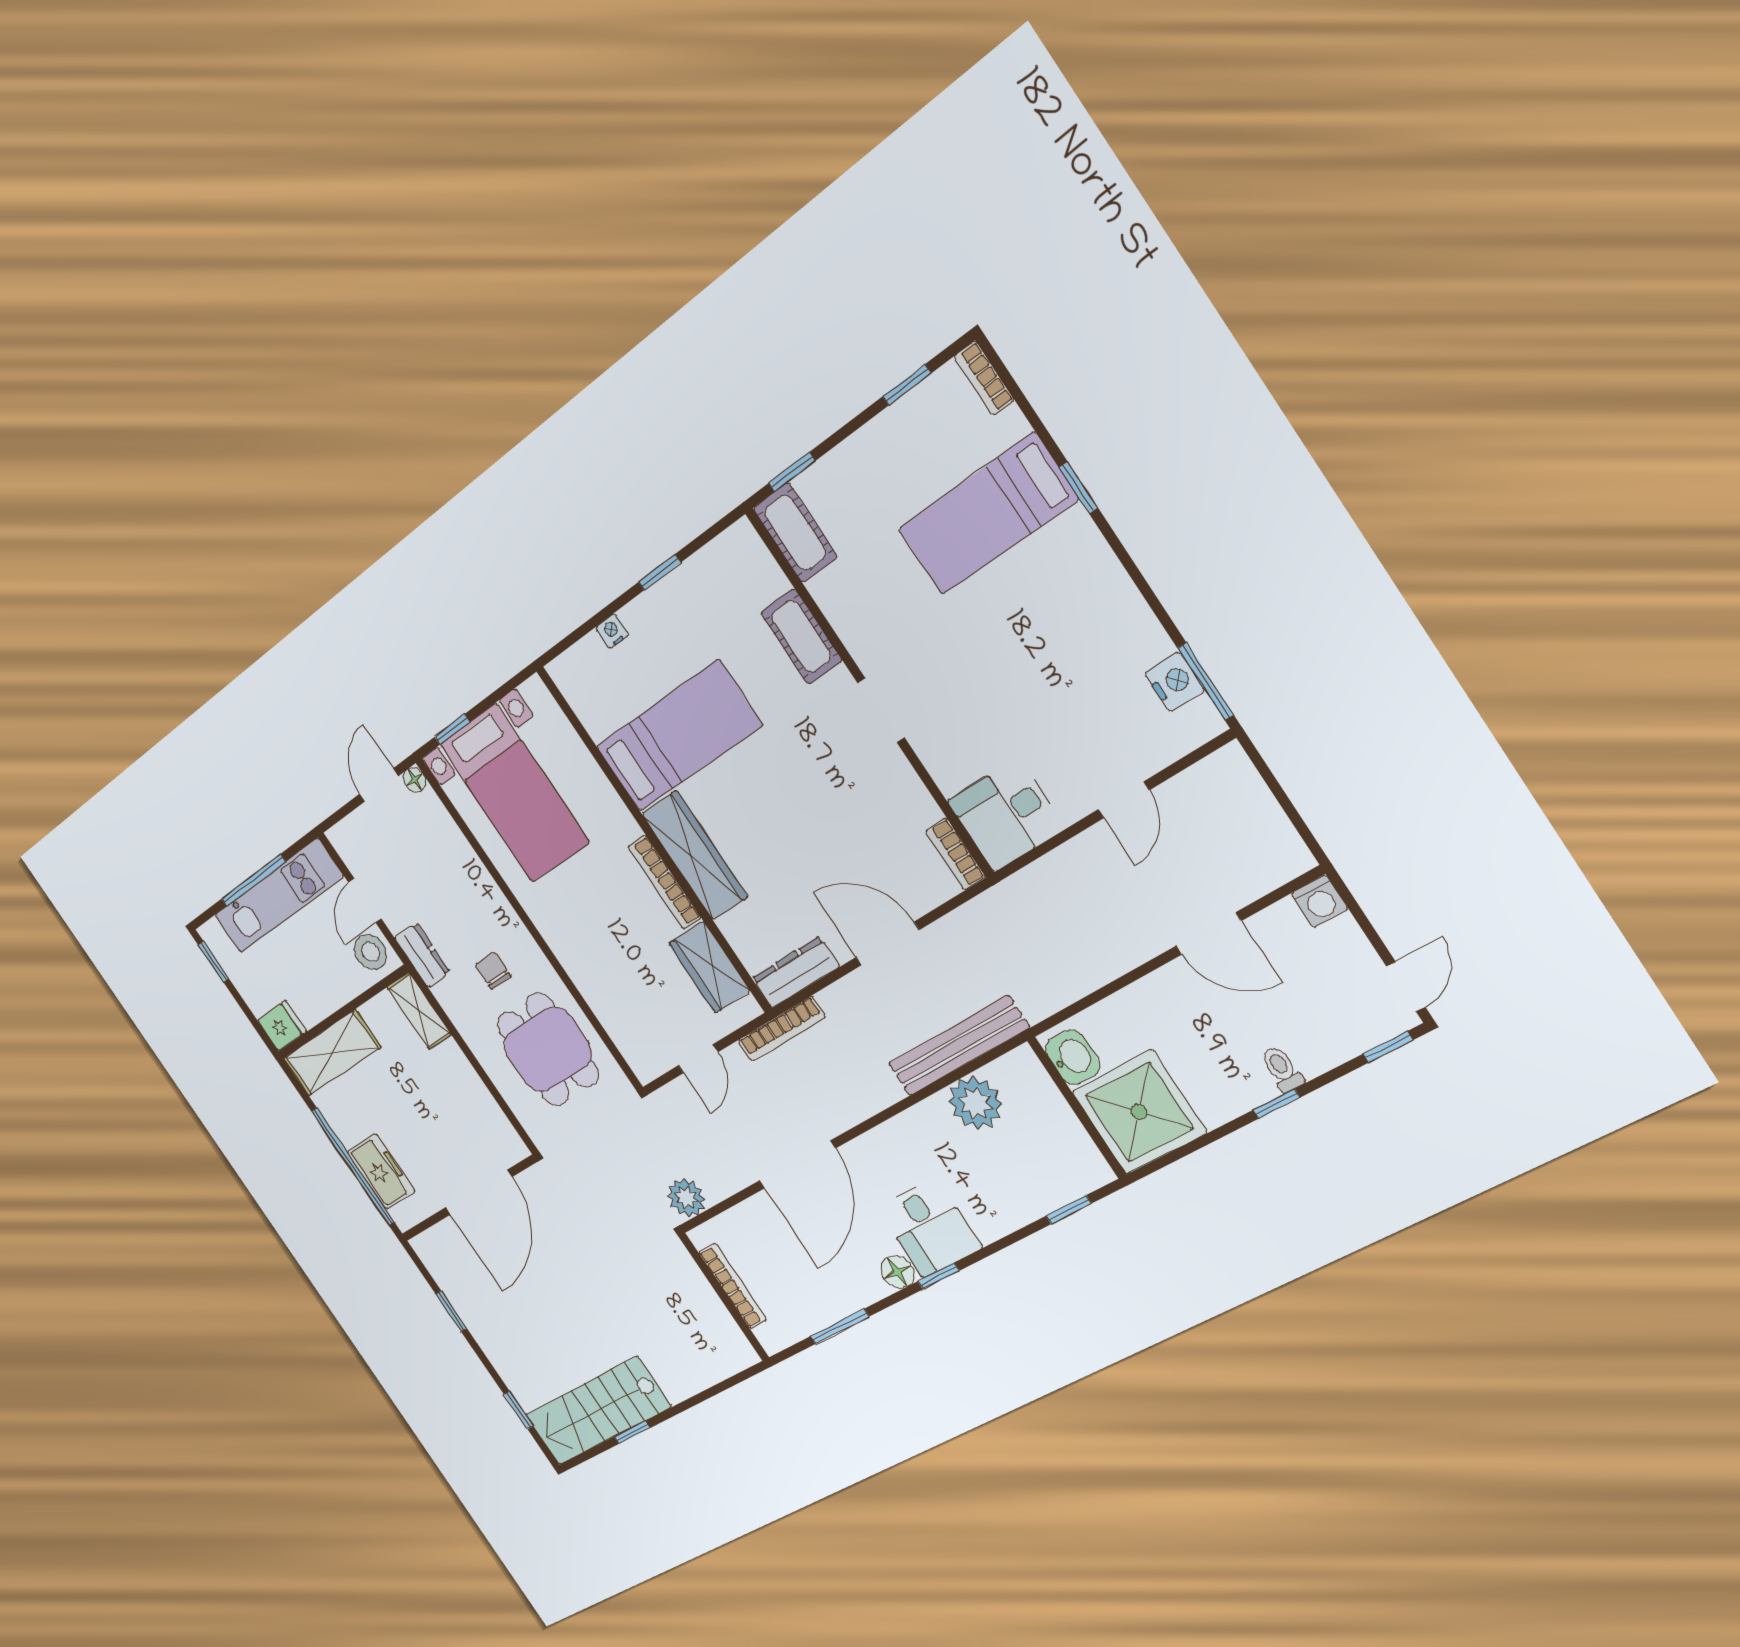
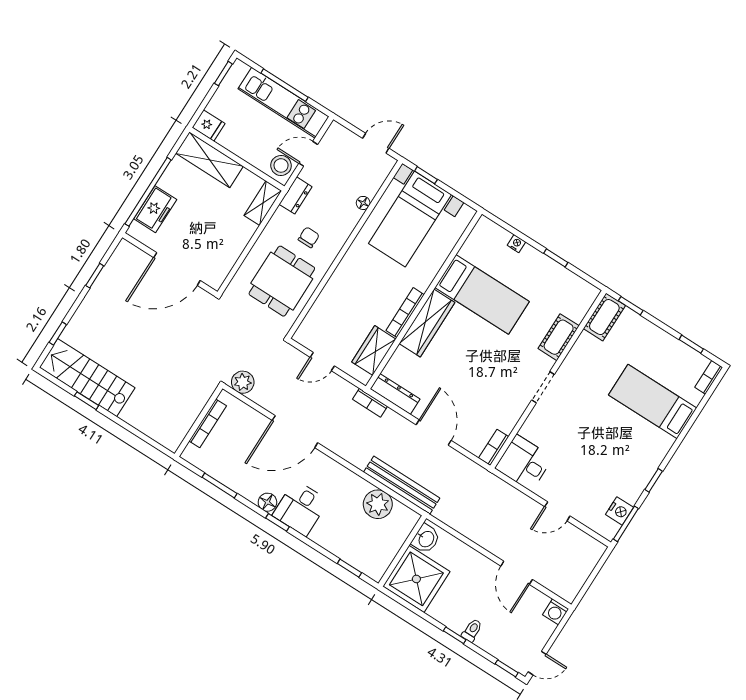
window: (1078, 488) -> (654, 480), moved
floor lamp: (415, 780) -> (363, 203), moved
bookcase: (782, 1029) -> (370, 403), width x0.64

